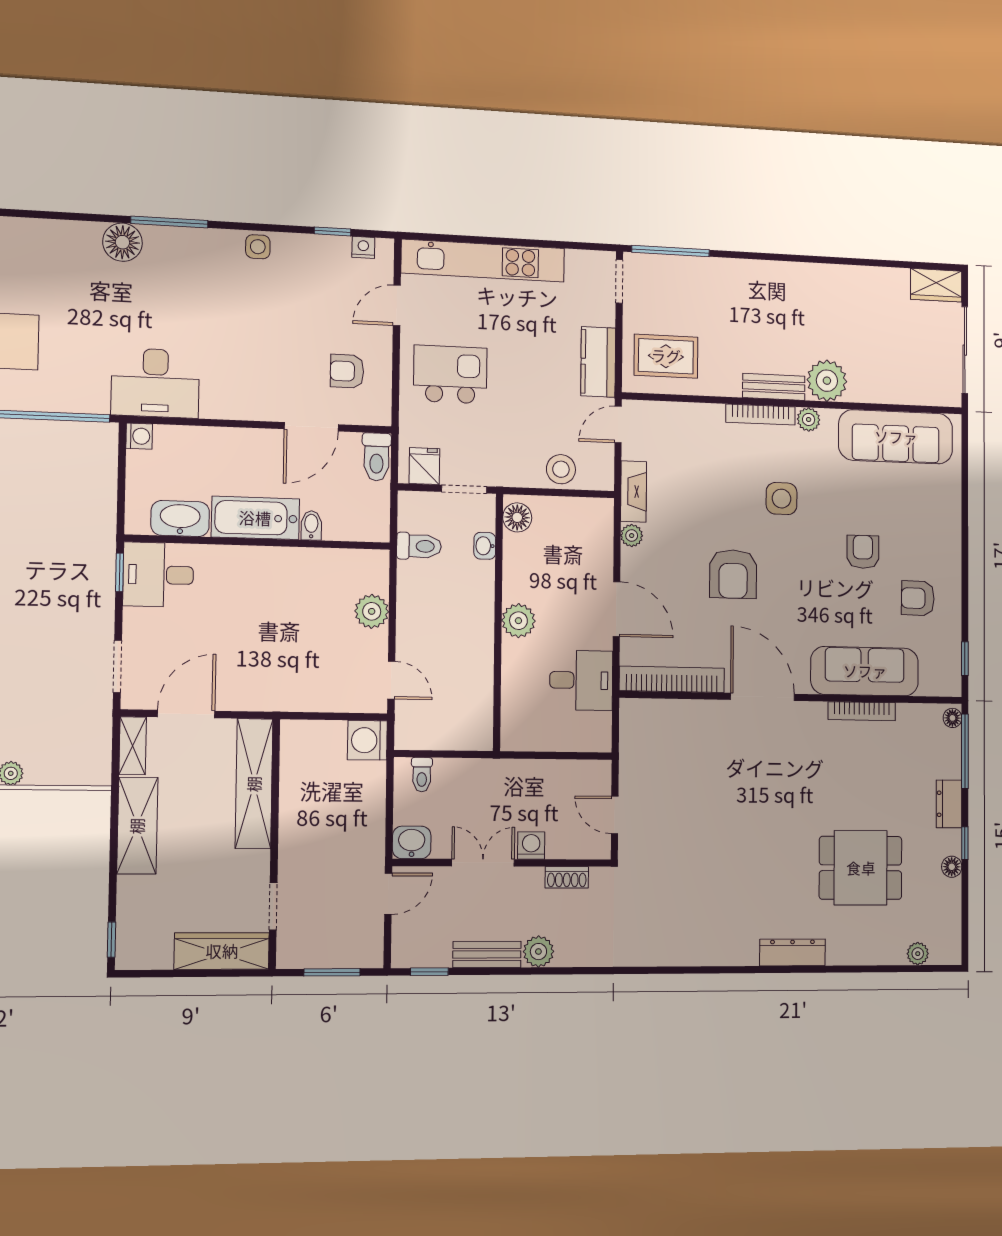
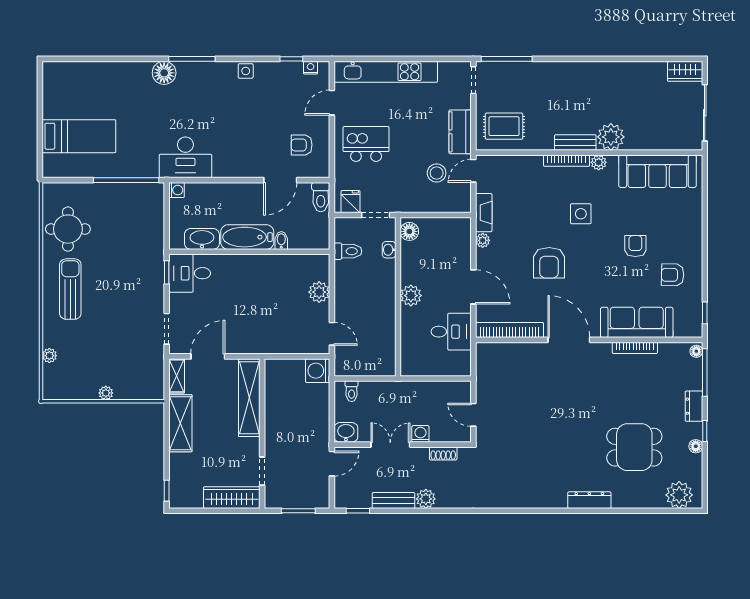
stool: (561, 469) -> (437, 173), moved
plant: (918, 954) -> (679, 495), width x1.87, depth x1.87

